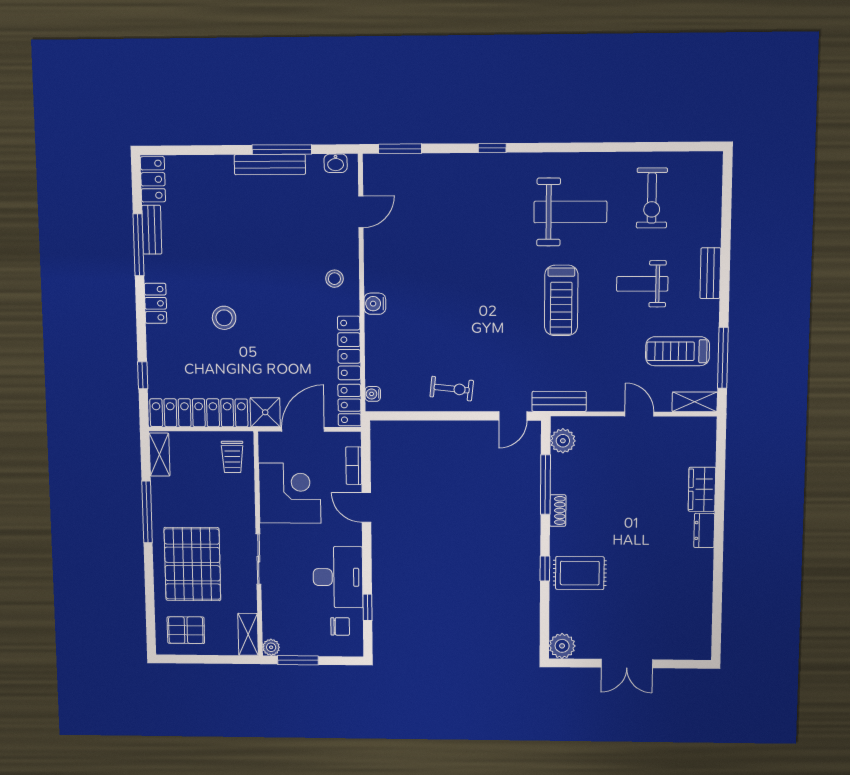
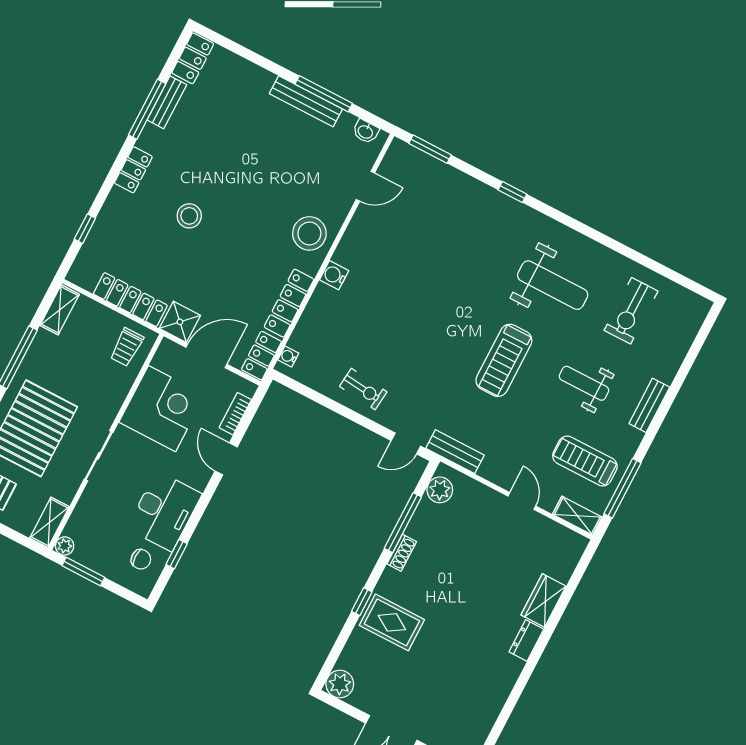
stool: (334, 279) -> (309, 233), width x1.89, depth x1.89
locker: (199, 413) -> (130, 300), width x0.71, depth x0.83

